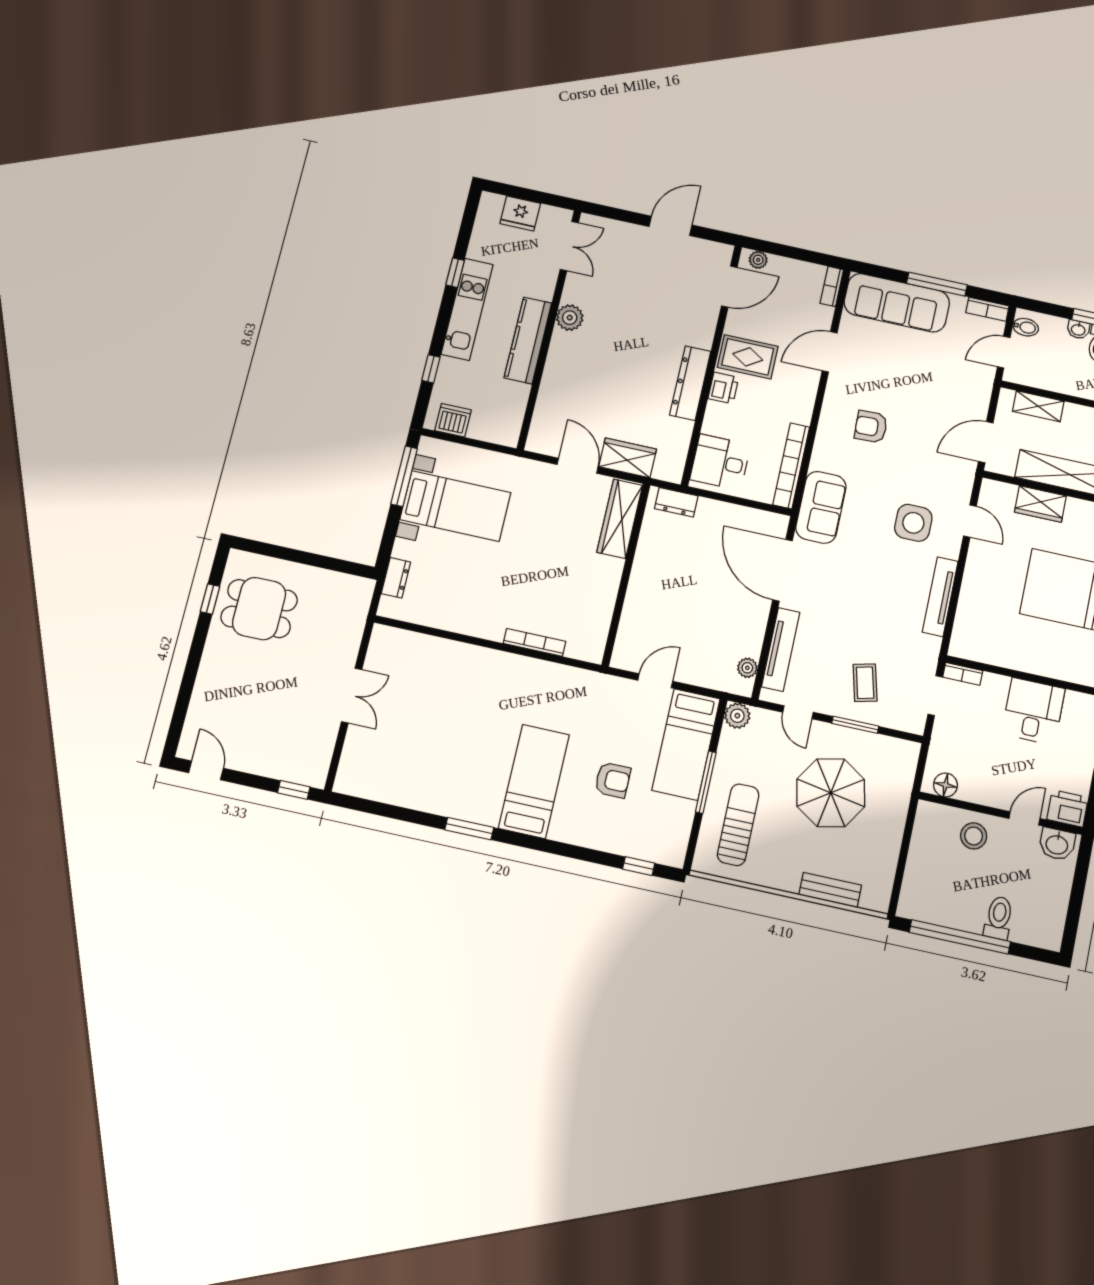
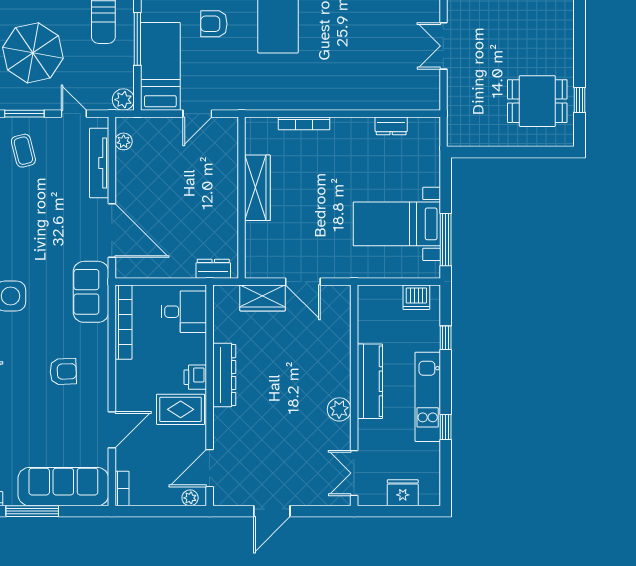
wardrobe: (620, 519) -> (257, 188), moved
dresser: (396, 578) -> (391, 126), moved, turned -90

